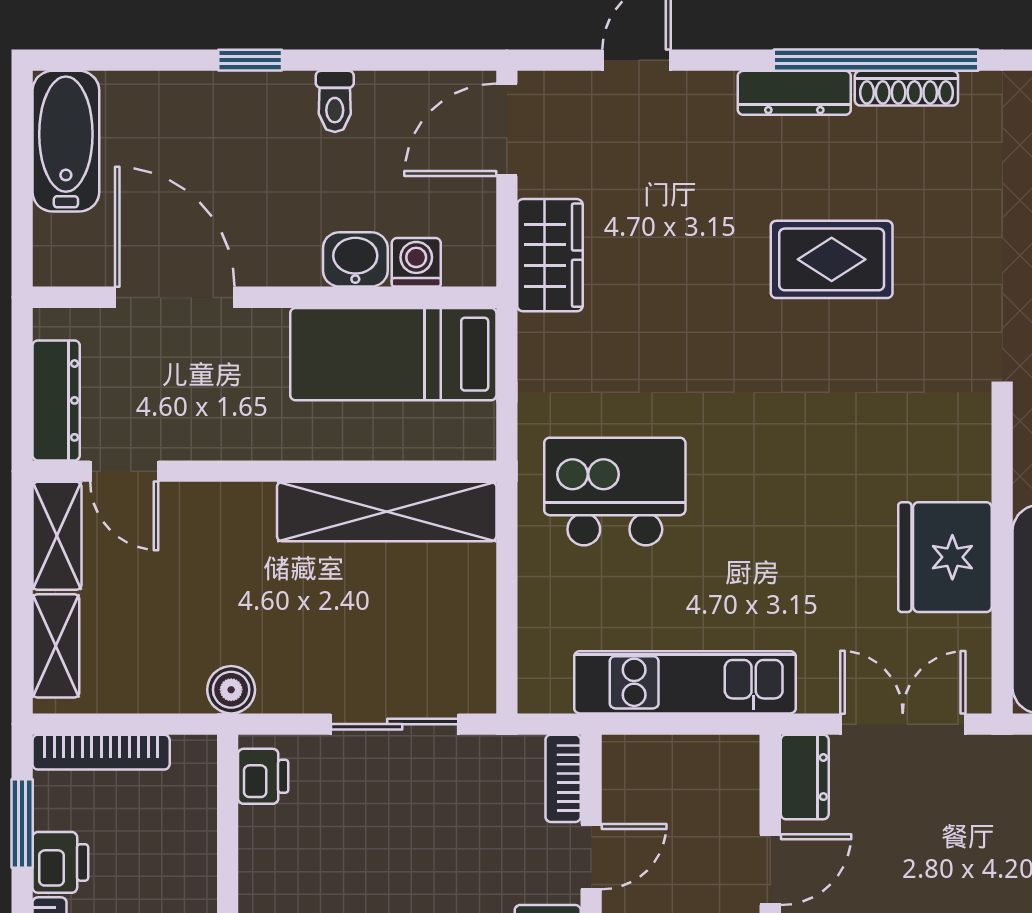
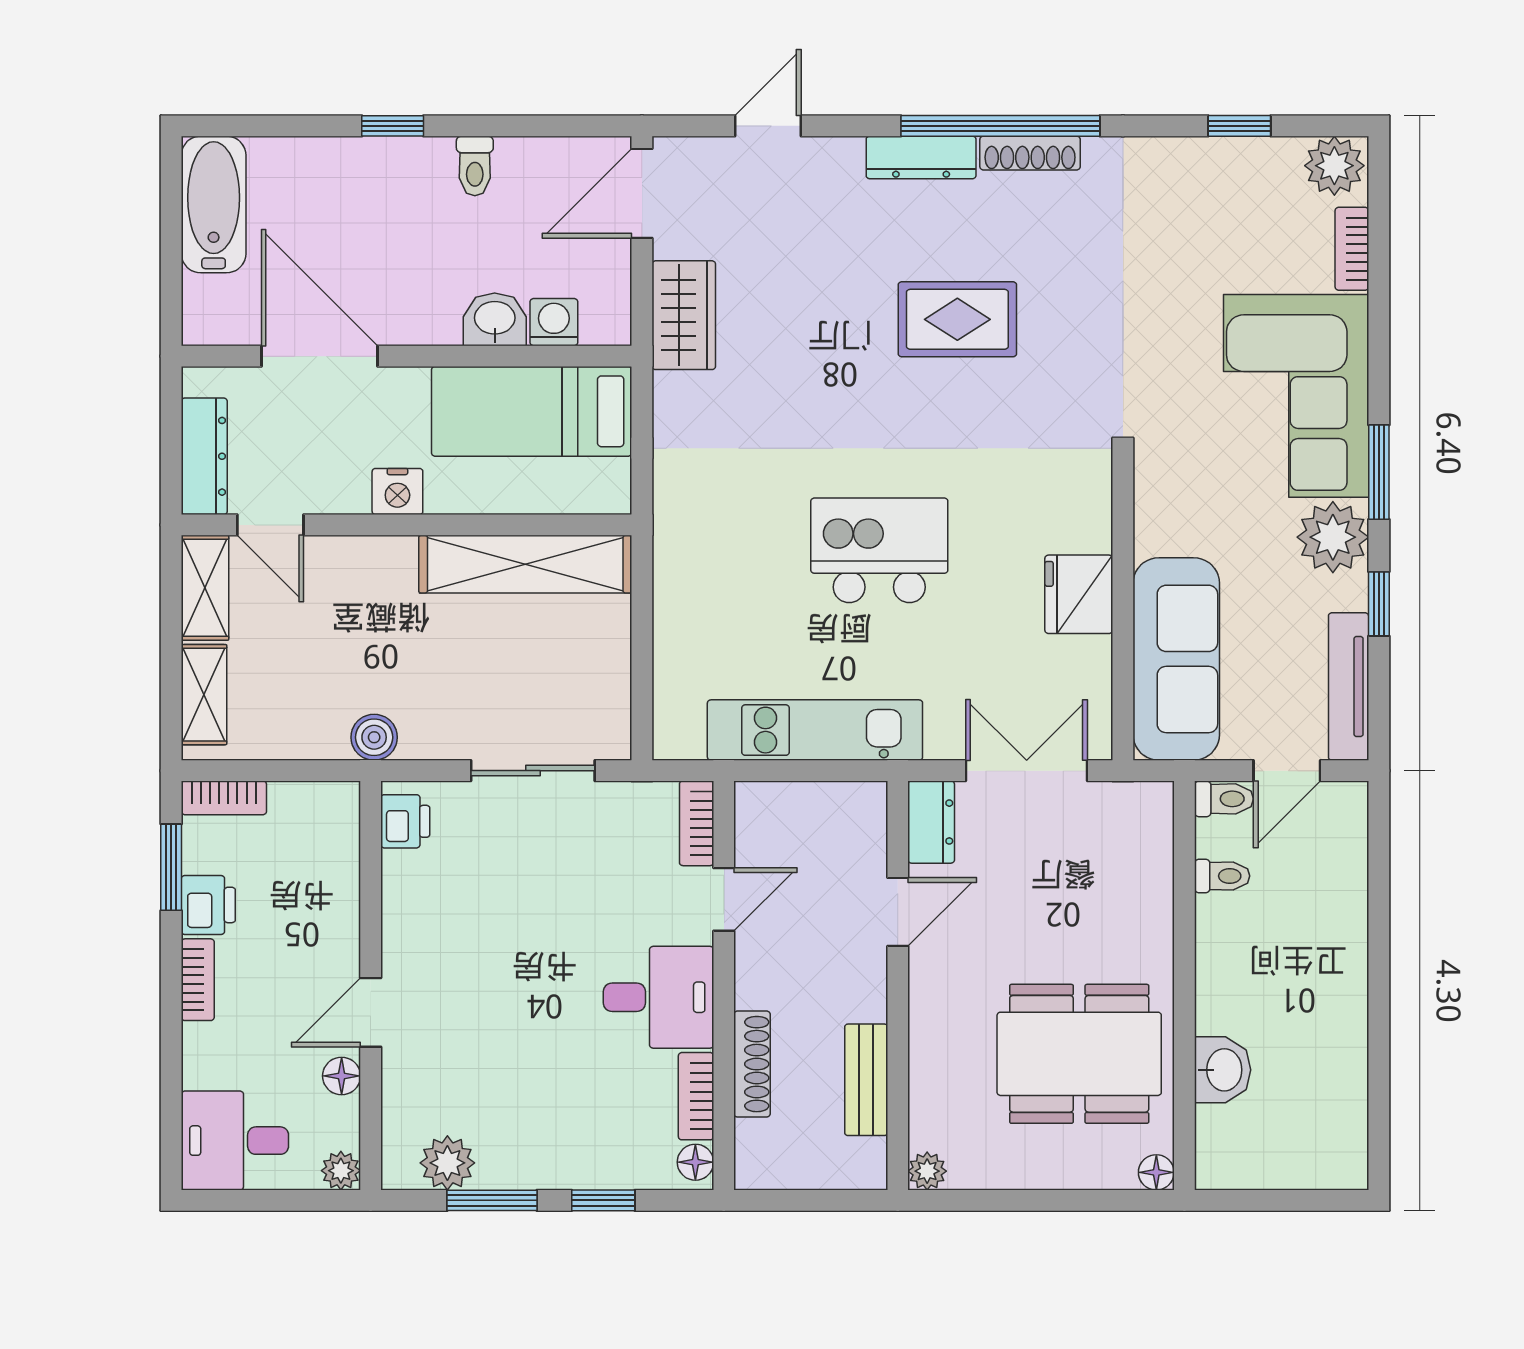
nightstand: (255, 437) -> (397, 491), added
kitchen island: (615, 492) -> (879, 550), moved
fridge: (945, 557) -> (1079, 594), width x0.73, depth x0.75
bookcase: (101, 752) -> (224, 798), width x0.64

